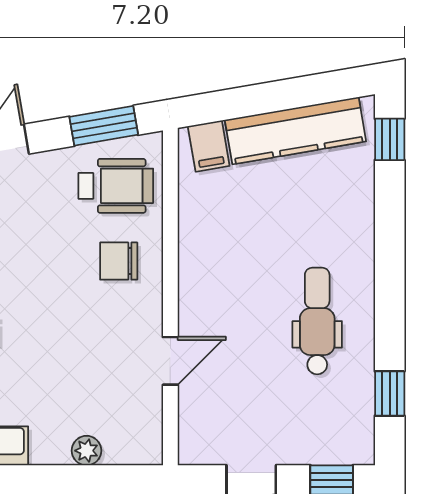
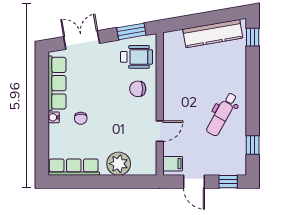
filing cabinet: (209, 146) -> (173, 164), moved, turned -80
dental chair: (317, 321) -> (222, 114), turned -151
plant: (86, 451) -> (119, 164), width x1.88, depth x1.88

